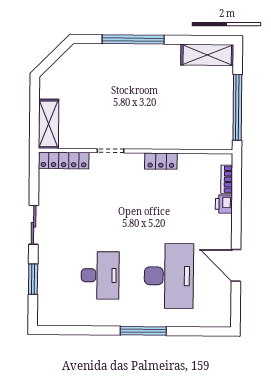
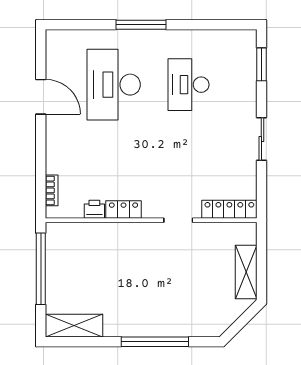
shelving: (49, 124) -> (246, 272), moved
printer: (224, 204) -> (94, 209), moved, turned -90
window: (33, 279) -> (261, 64), moved

